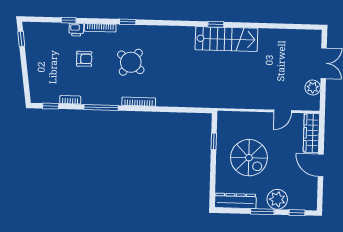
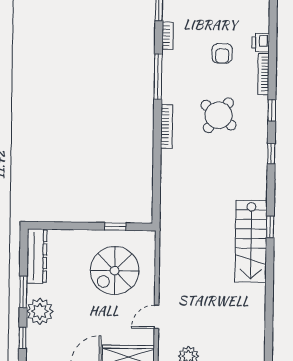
window: (69, 20) -> (271, 154), moved
door: (283, 111) -> (156, 317), hinge flipped
spiral stairs: (249, 158) -> (115, 271), moved

